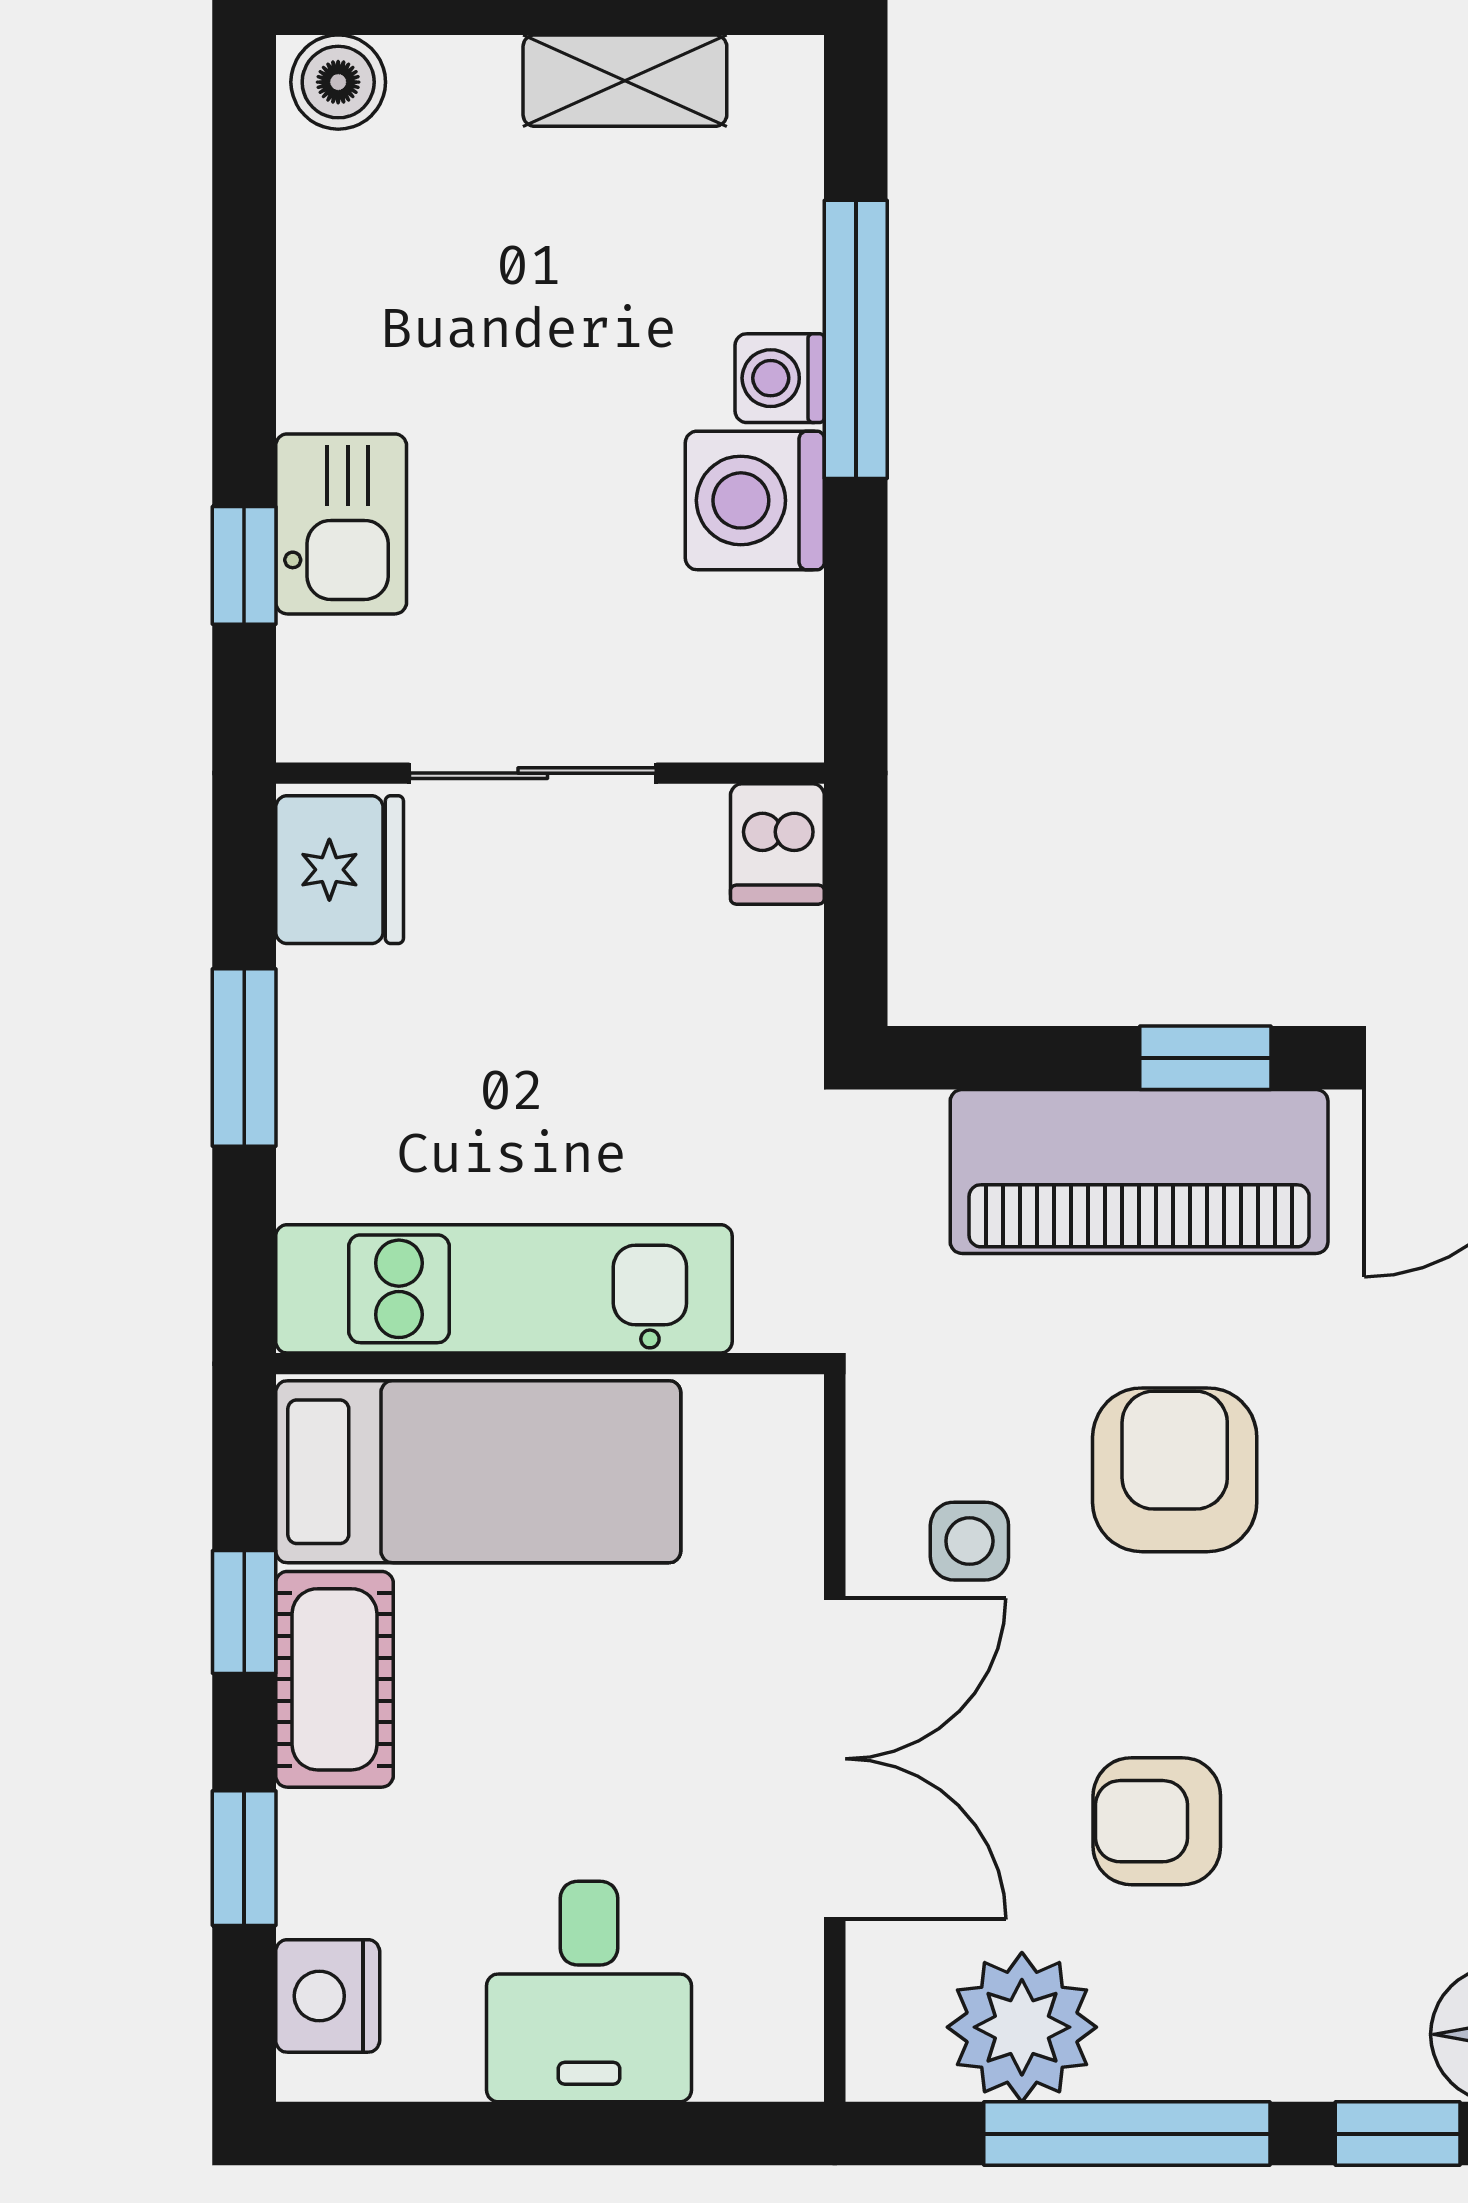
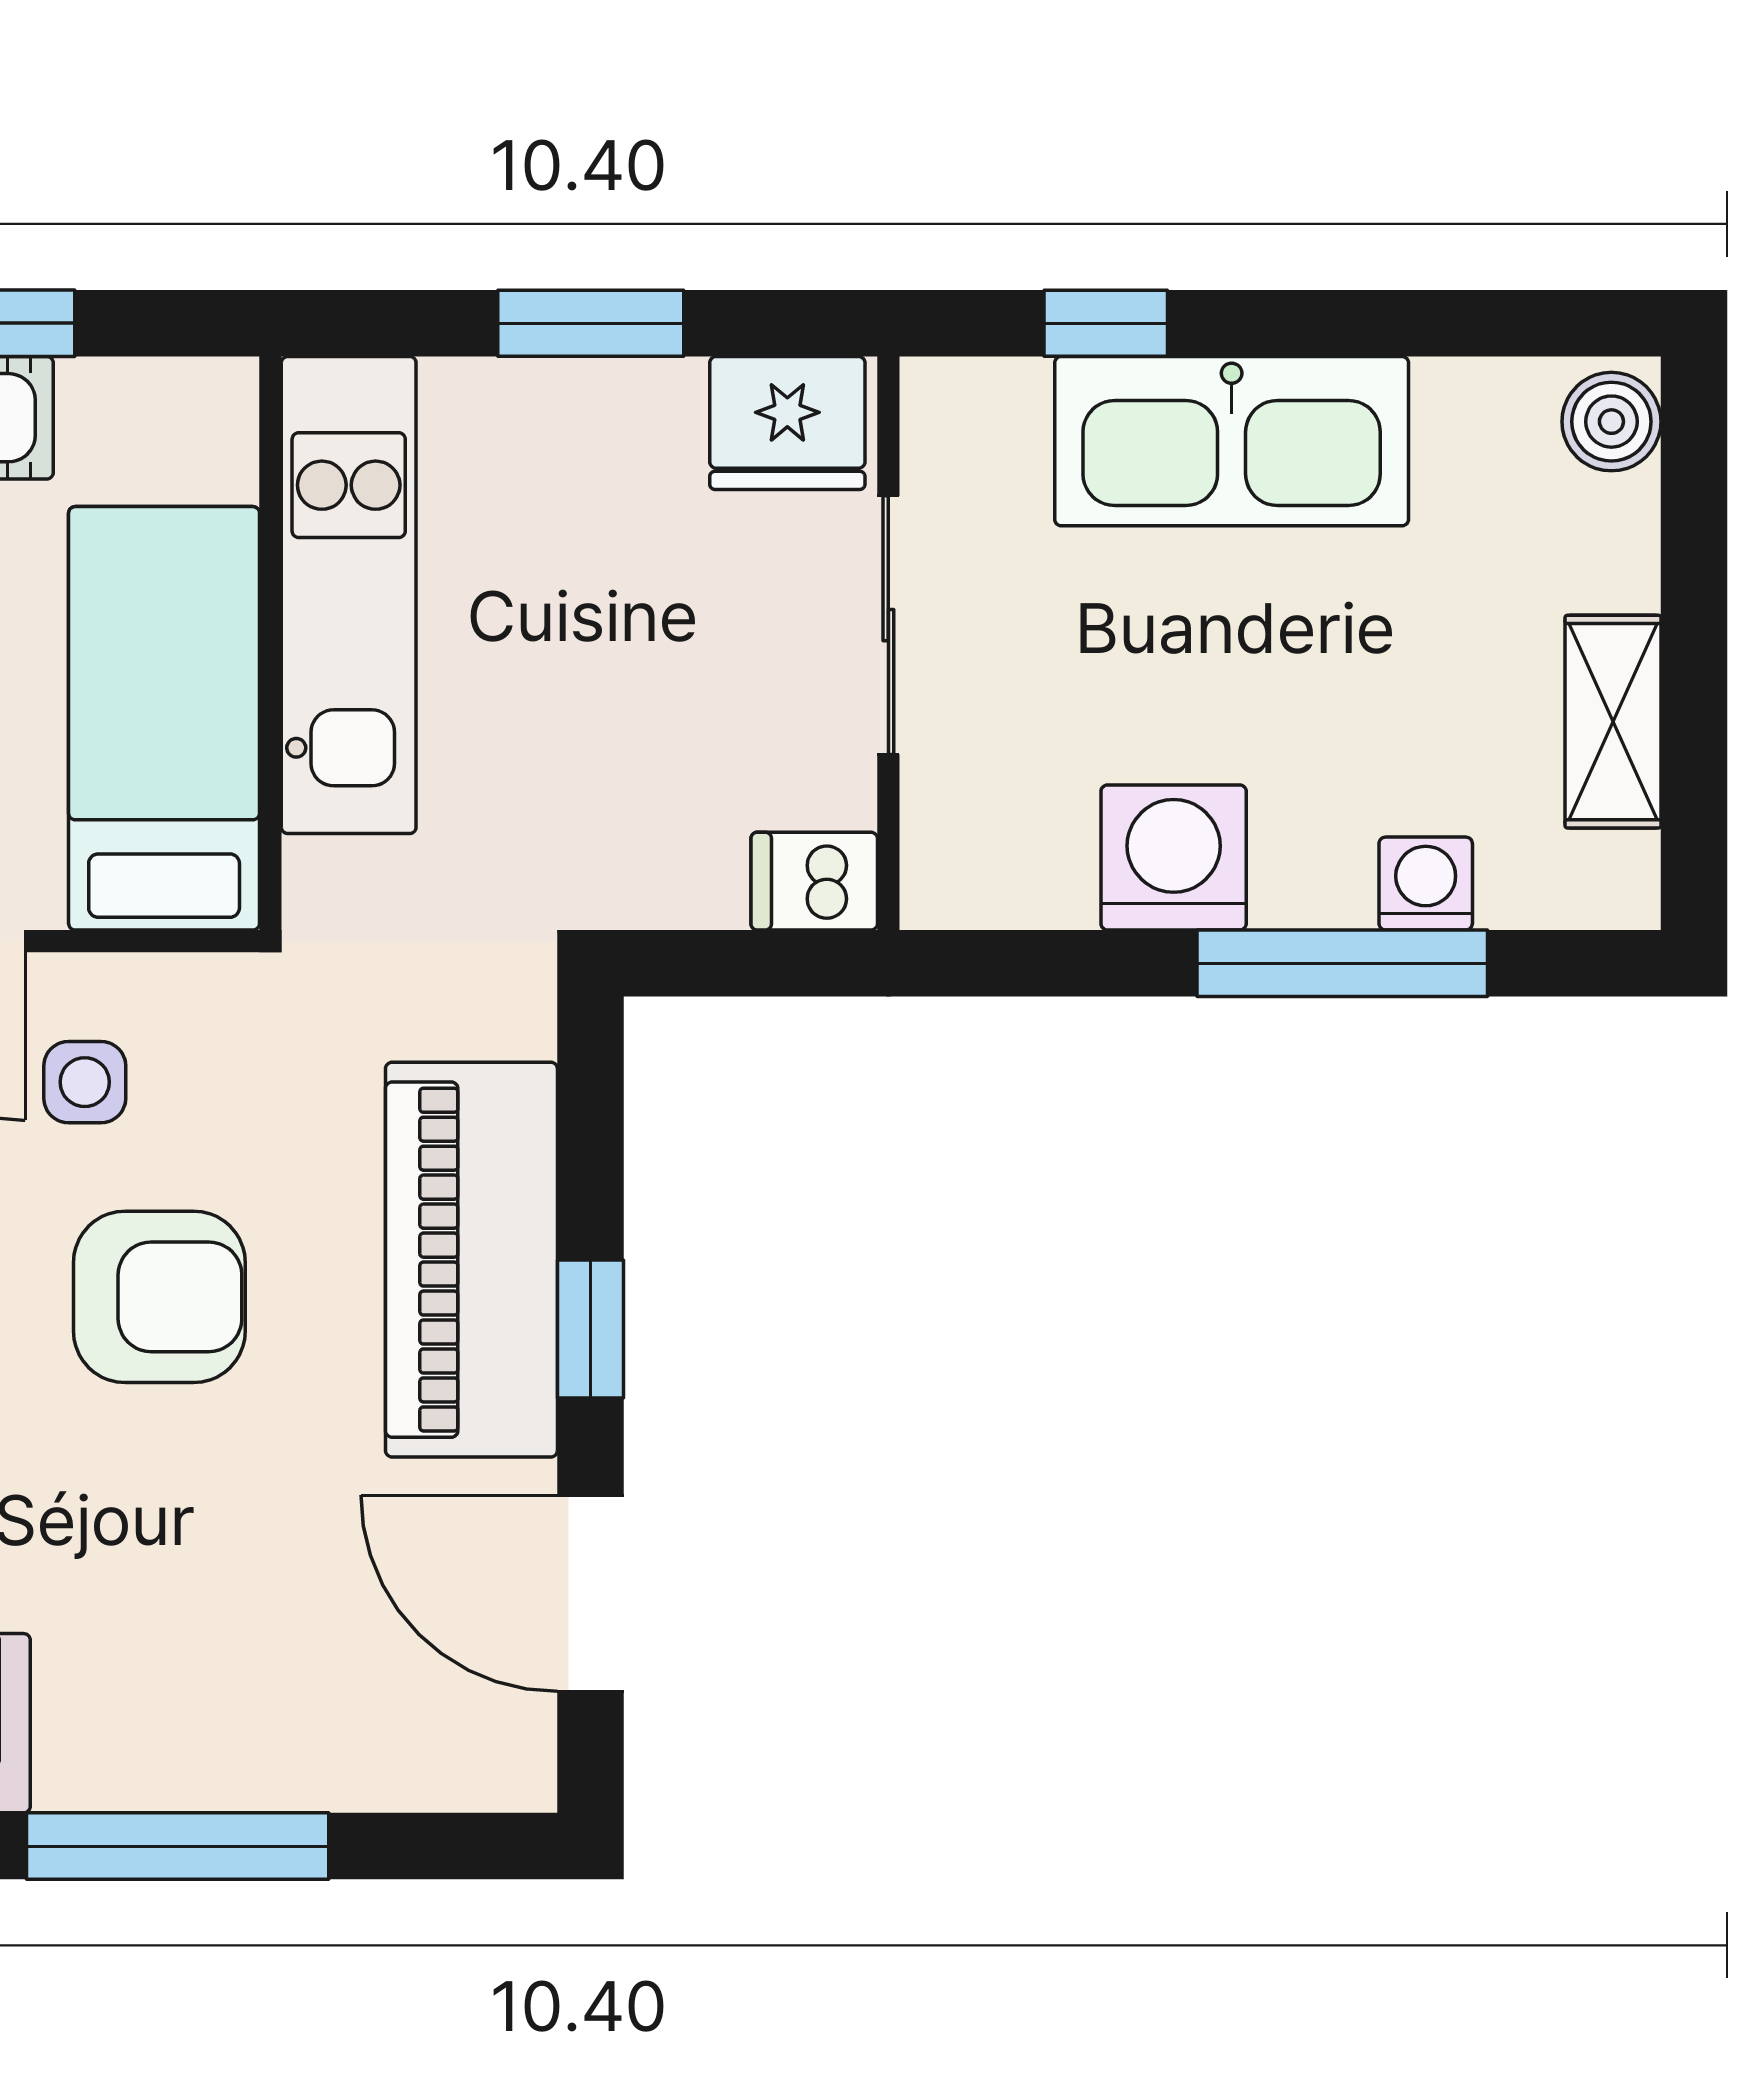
washing machine: (780, 378) -> (1426, 884), moved
kitchen sink: (341, 524) -> (1232, 441), width x1.87, depth x1.24
bed: (478, 1472) -> (164, 718), moved, turned 180

